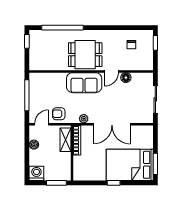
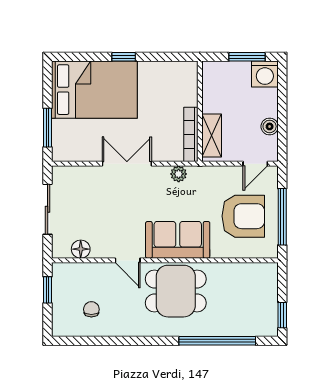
window: (155, 43) -> (48, 290), moved
door: (111, 71) -> (128, 260), swing flipped
floor lamp: (126, 78) -> (81, 249), moved
armchair: (59, 114) -> (243, 216), moved, width x1.88, depth x1.88
double door: (112, 124) -> (127, 164), width x0.73
window: (155, 164) -> (48, 128), moved
window: (56, 183) -> (247, 57), moved

